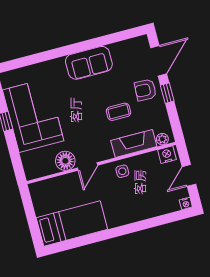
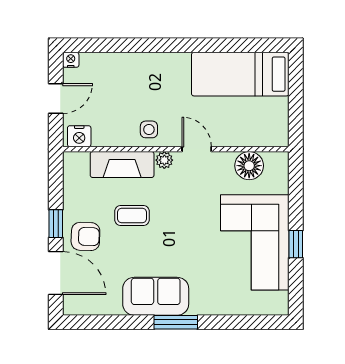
window: (71, 49) -> (176, 322), added
door: (159, 61) -> (56, 273), swing flipped
plant: (162, 139) -> (164, 160), moved
floor lamp: (65, 161) -> (249, 166), moved
door: (88, 167) -> (197, 149), hinge flipped

